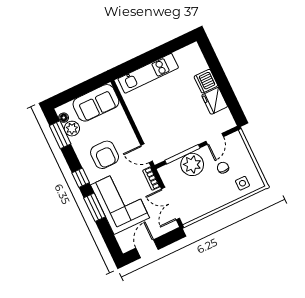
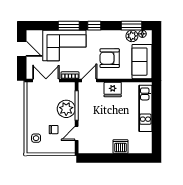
fridge: (215, 101) -> (113, 90), moved, turned 180
door: (215, 139) -> (77, 133), hinge flipped
armchair: (105, 155) -> (110, 58), moved

